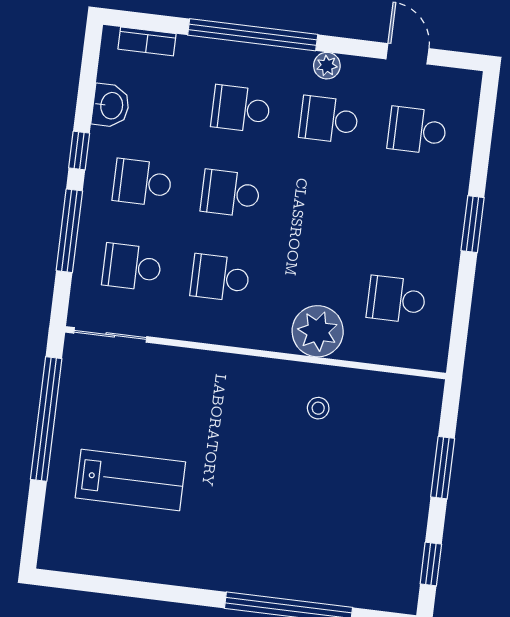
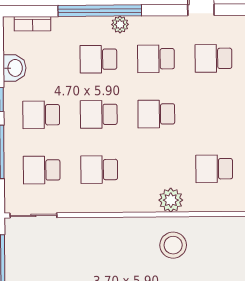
plant: (327, 66) -> (120, 24), moved
school desk: (319, 204) -> (156, 114), added
plant: (318, 331) -> (171, 200), width x0.73, depth x0.73
stool: (318, 408) -> (173, 245), width x1.89, depth x1.89

